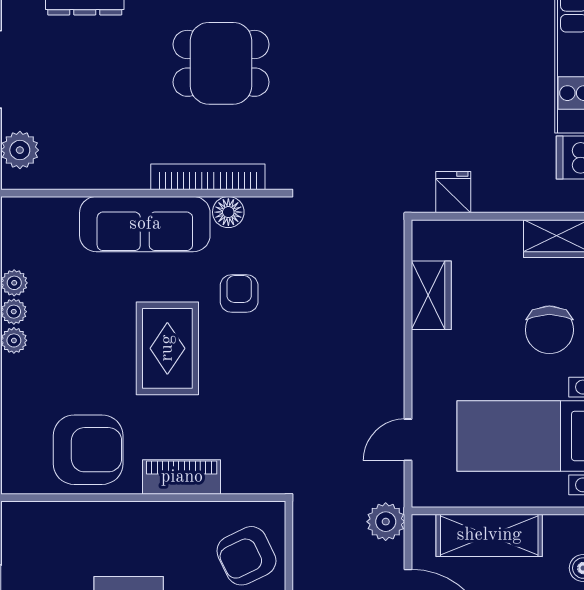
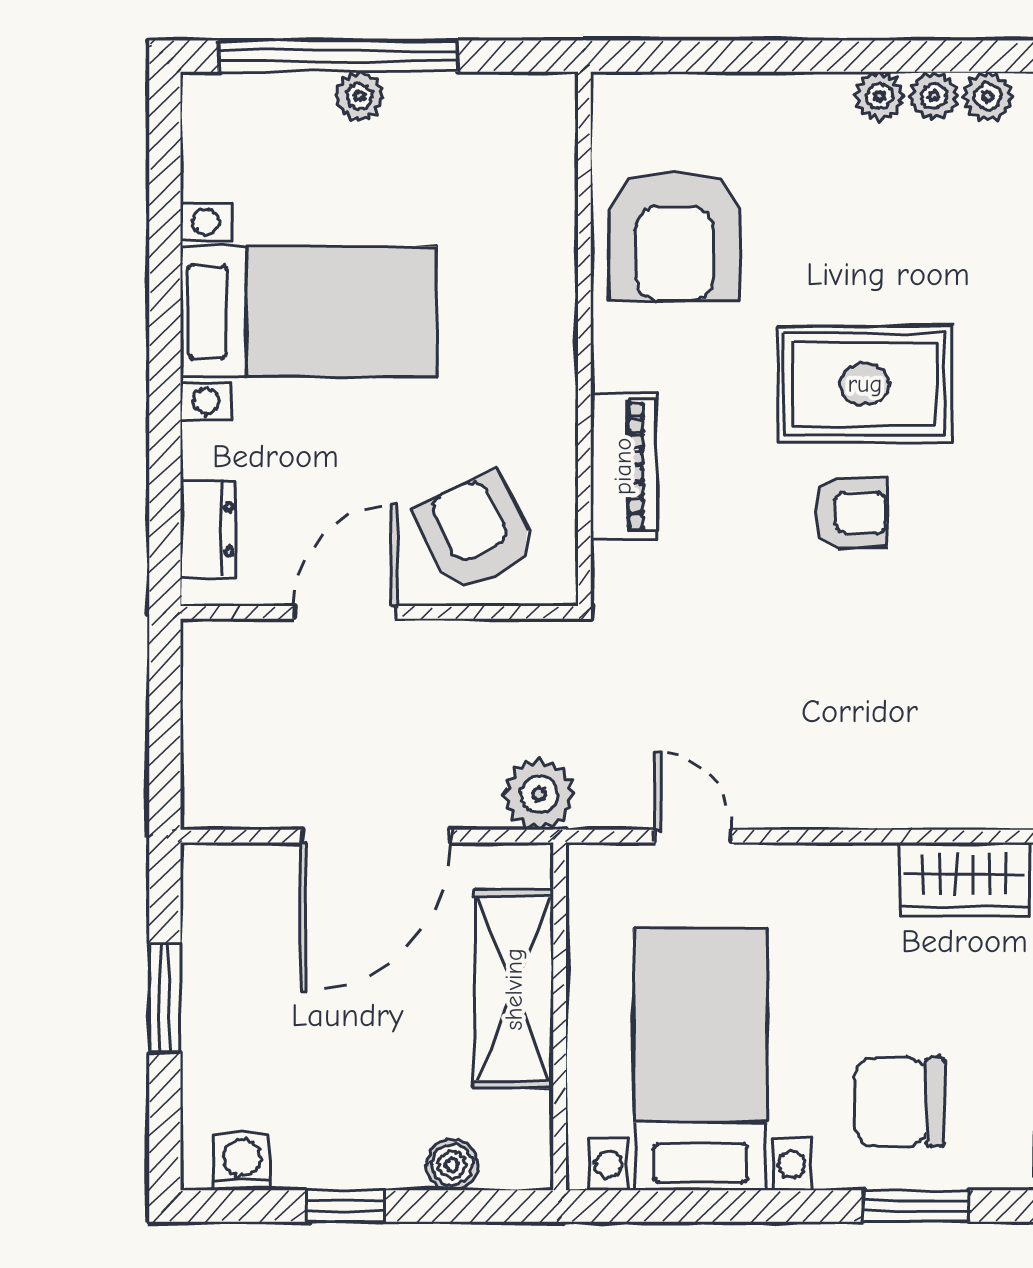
armchair: (239, 294) -> (851, 513), moved
piano: (182, 477) -> (623, 466), moved

